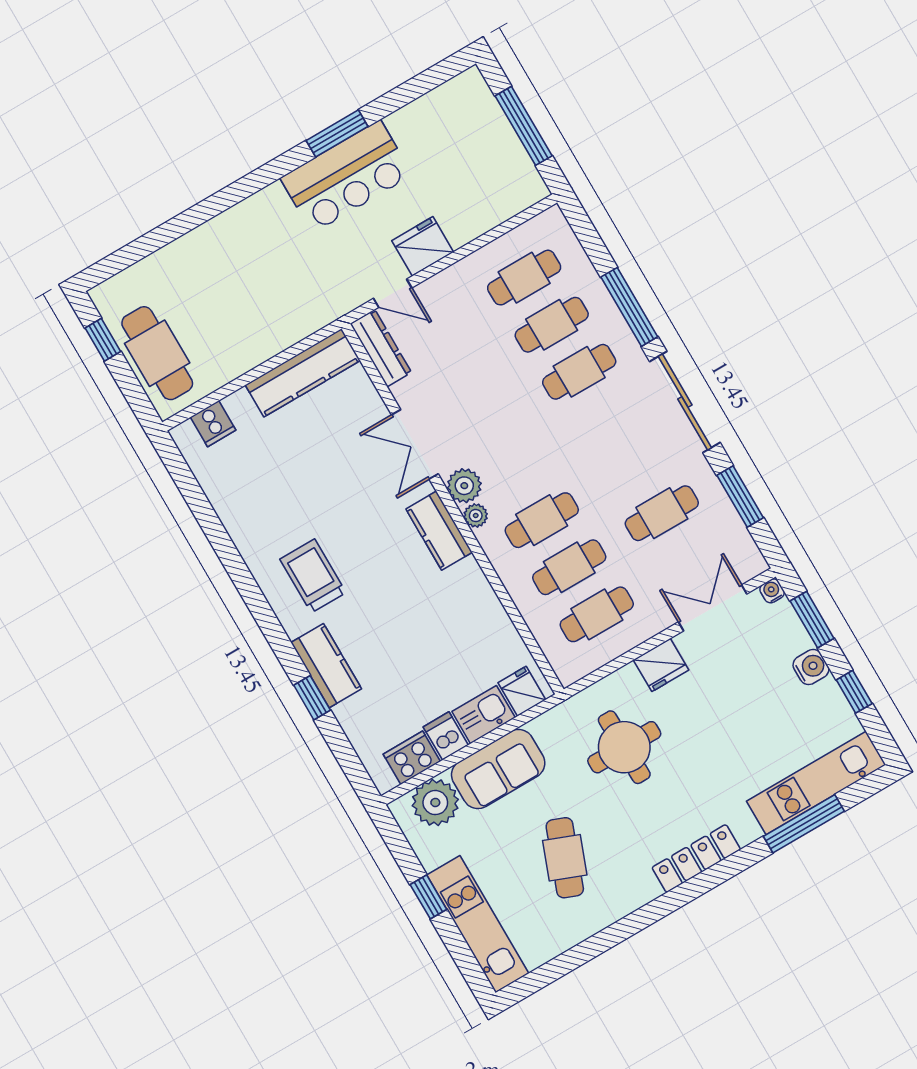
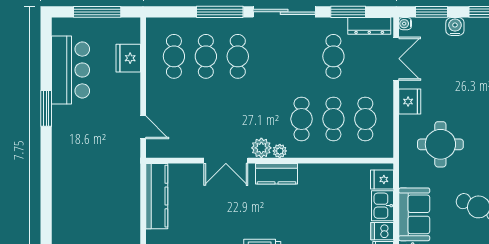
bar counter: (346, 177) -> (71, 70), moved
fridge: (423, 246) -> (128, 58), moved
door: (393, 293) -> (143, 127), hinge flipped
dresser: (381, 348) -> (369, 26), moved, turned 180
double door: (713, 608) -> (396, 59), swing flipped

